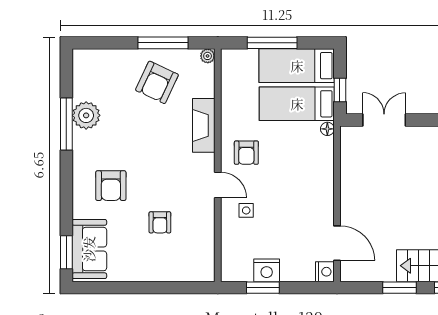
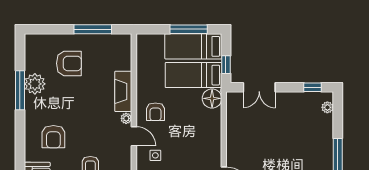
window: (272, 43) -> (189, 29), moved
plant: (208, 56) -> (126, 118), moved
armchair: (157, 82) -> (69, 63), moved, turned -115
double door: (384, 120) -> (259, 87), swing flipped
floor lamp: (327, 129) -> (212, 98), width x1.89, depth x1.89

